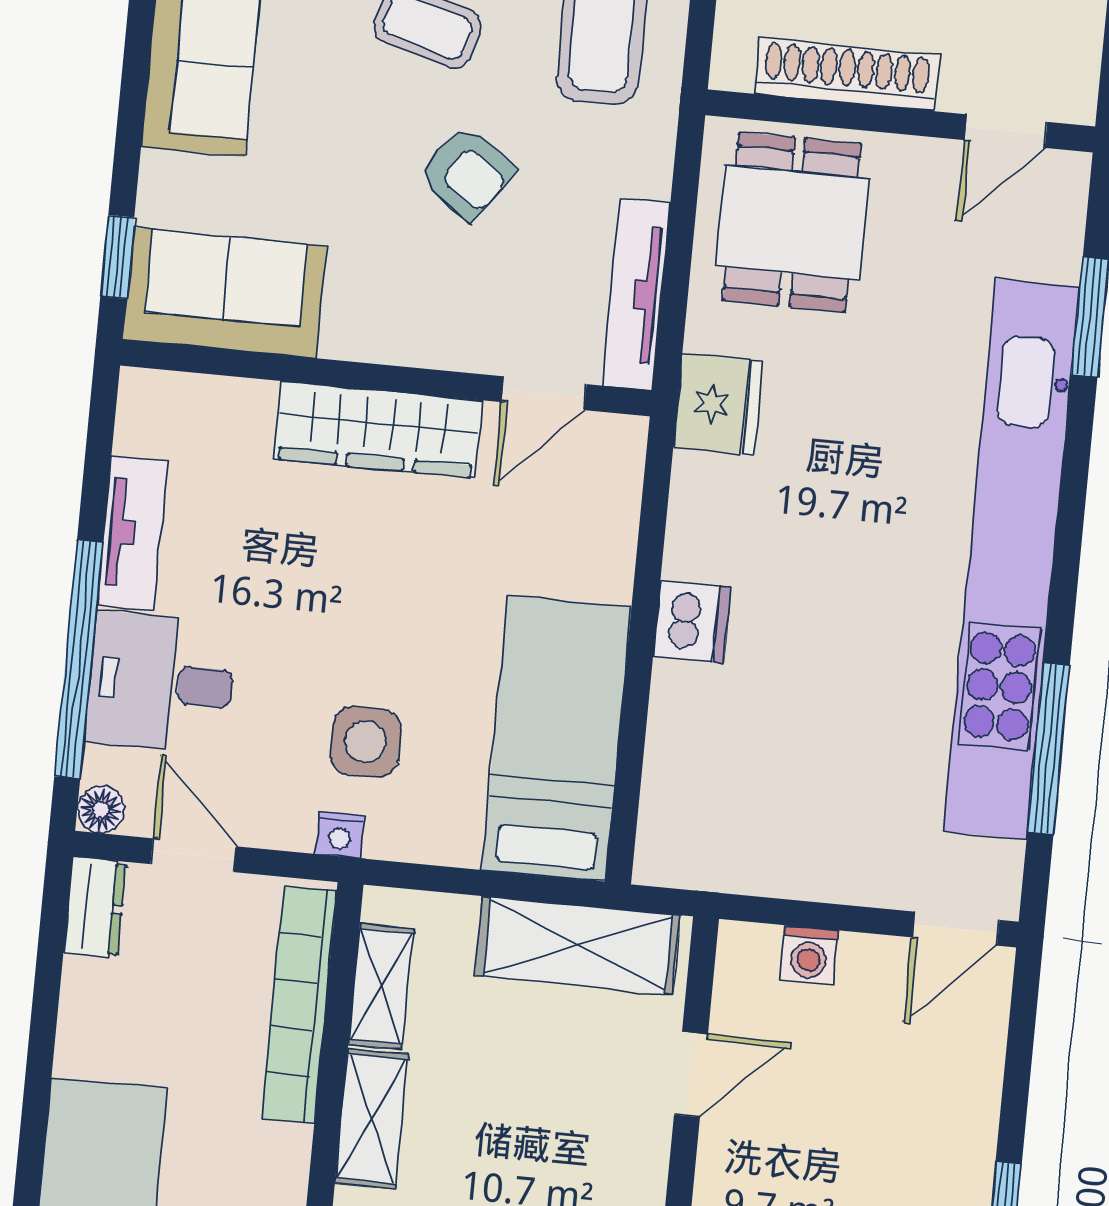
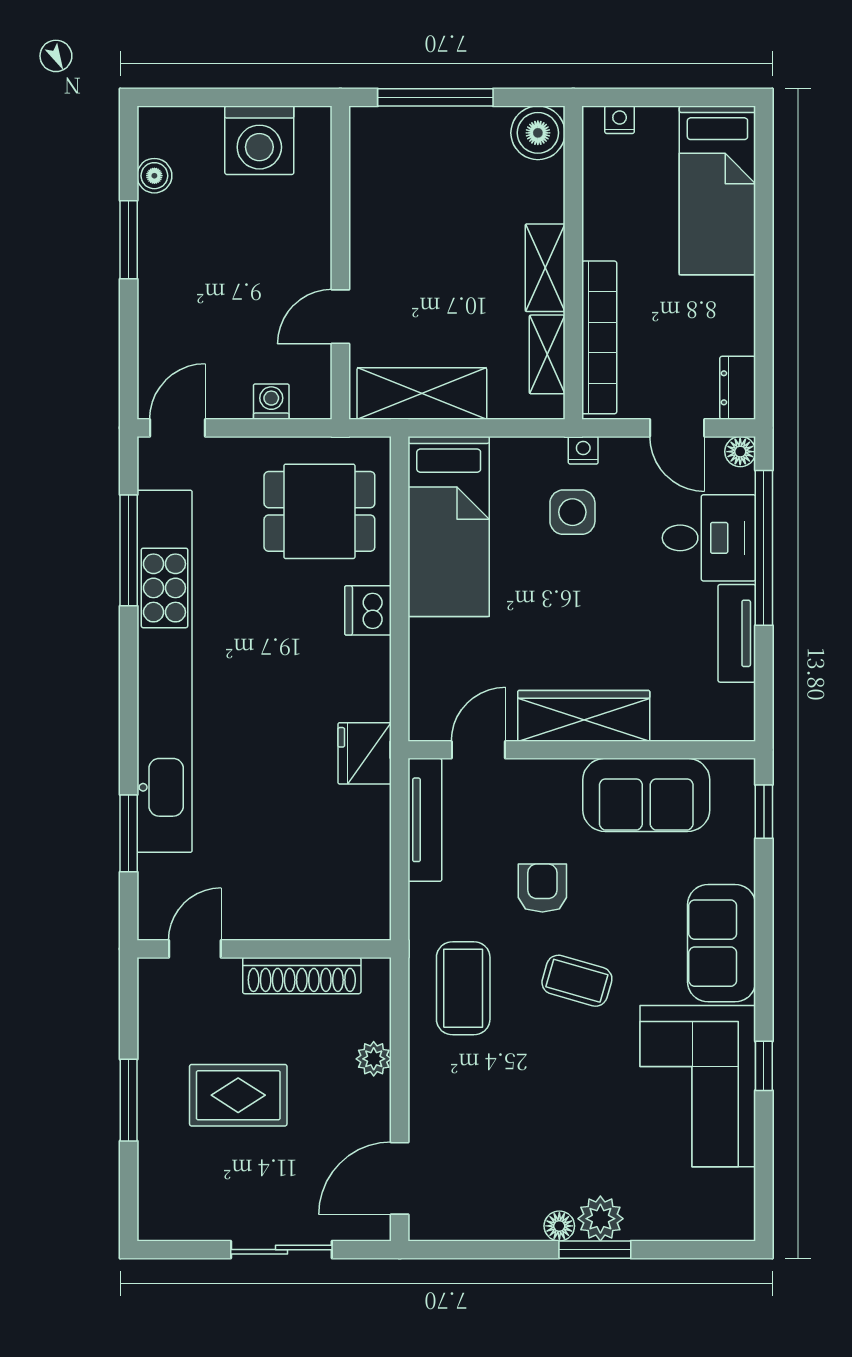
armchair: (467, 173) -> (542, 888), turned 54
dining table: (792, 222) -> (319, 511), moved, turned 90
sofa: (225, 293) -> (646, 795), moved

